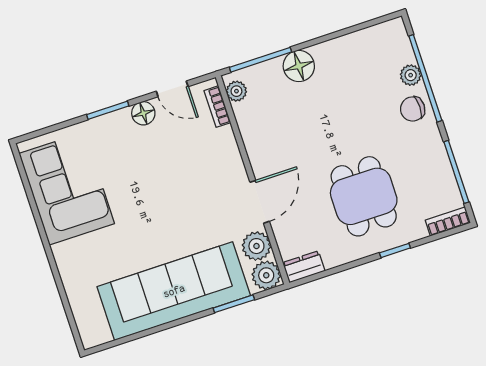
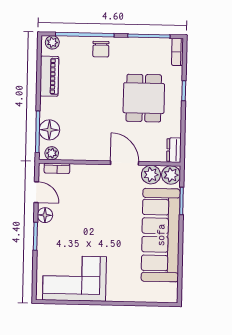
piano: (347, 48) -> (49, 76), added
floor lamp: (299, 66) -> (49, 130), moved
plant: (411, 75) -> (52, 42), moved
door: (172, 89) -> (36, 192), hinge flipped
dining table: (364, 196) -> (144, 98), turned 90

